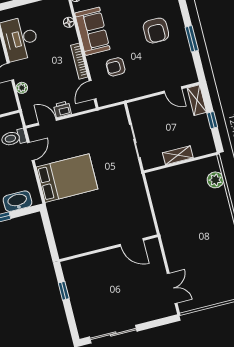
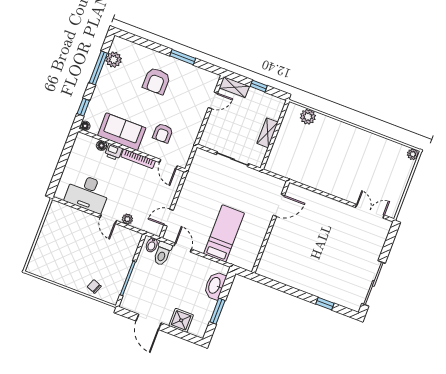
armchair: (156, 31) -> (156, 81), turned 90
printer: (62, 109) -> (113, 152), moved, turned -90
bidet: (14, 124) -> (152, 245), added
bed: (67, 178) -> (224, 233), width x0.67
door: (132, 242) -> (279, 205), moved
wall: (109, 248) -> (271, 227), moved
window: (64, 291) -> (325, 304), moved

